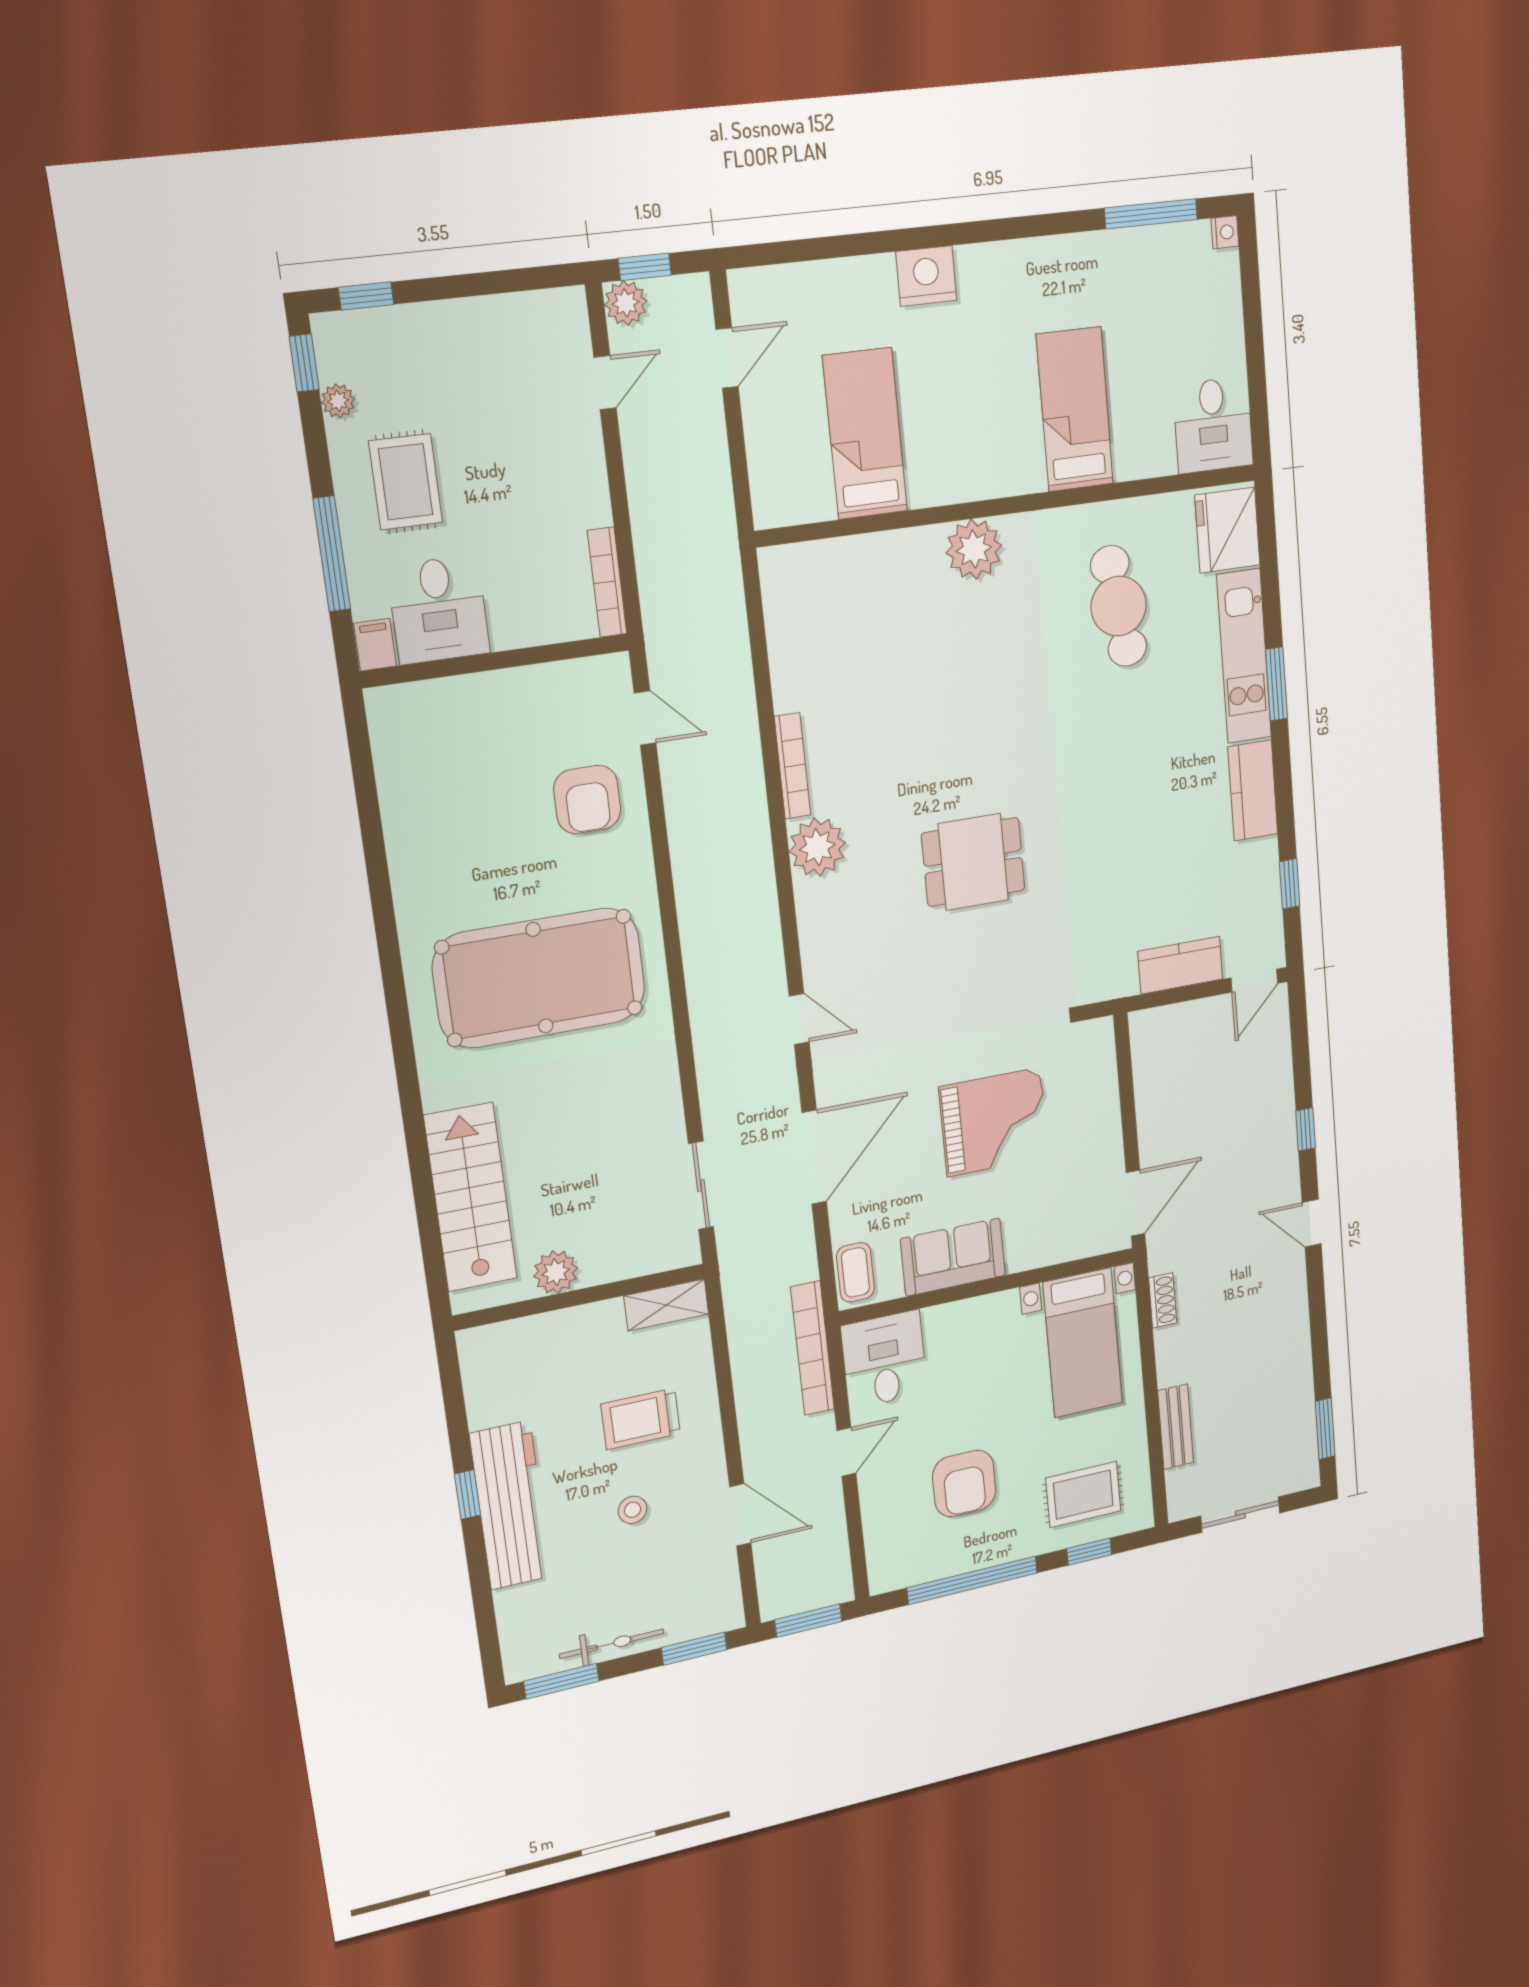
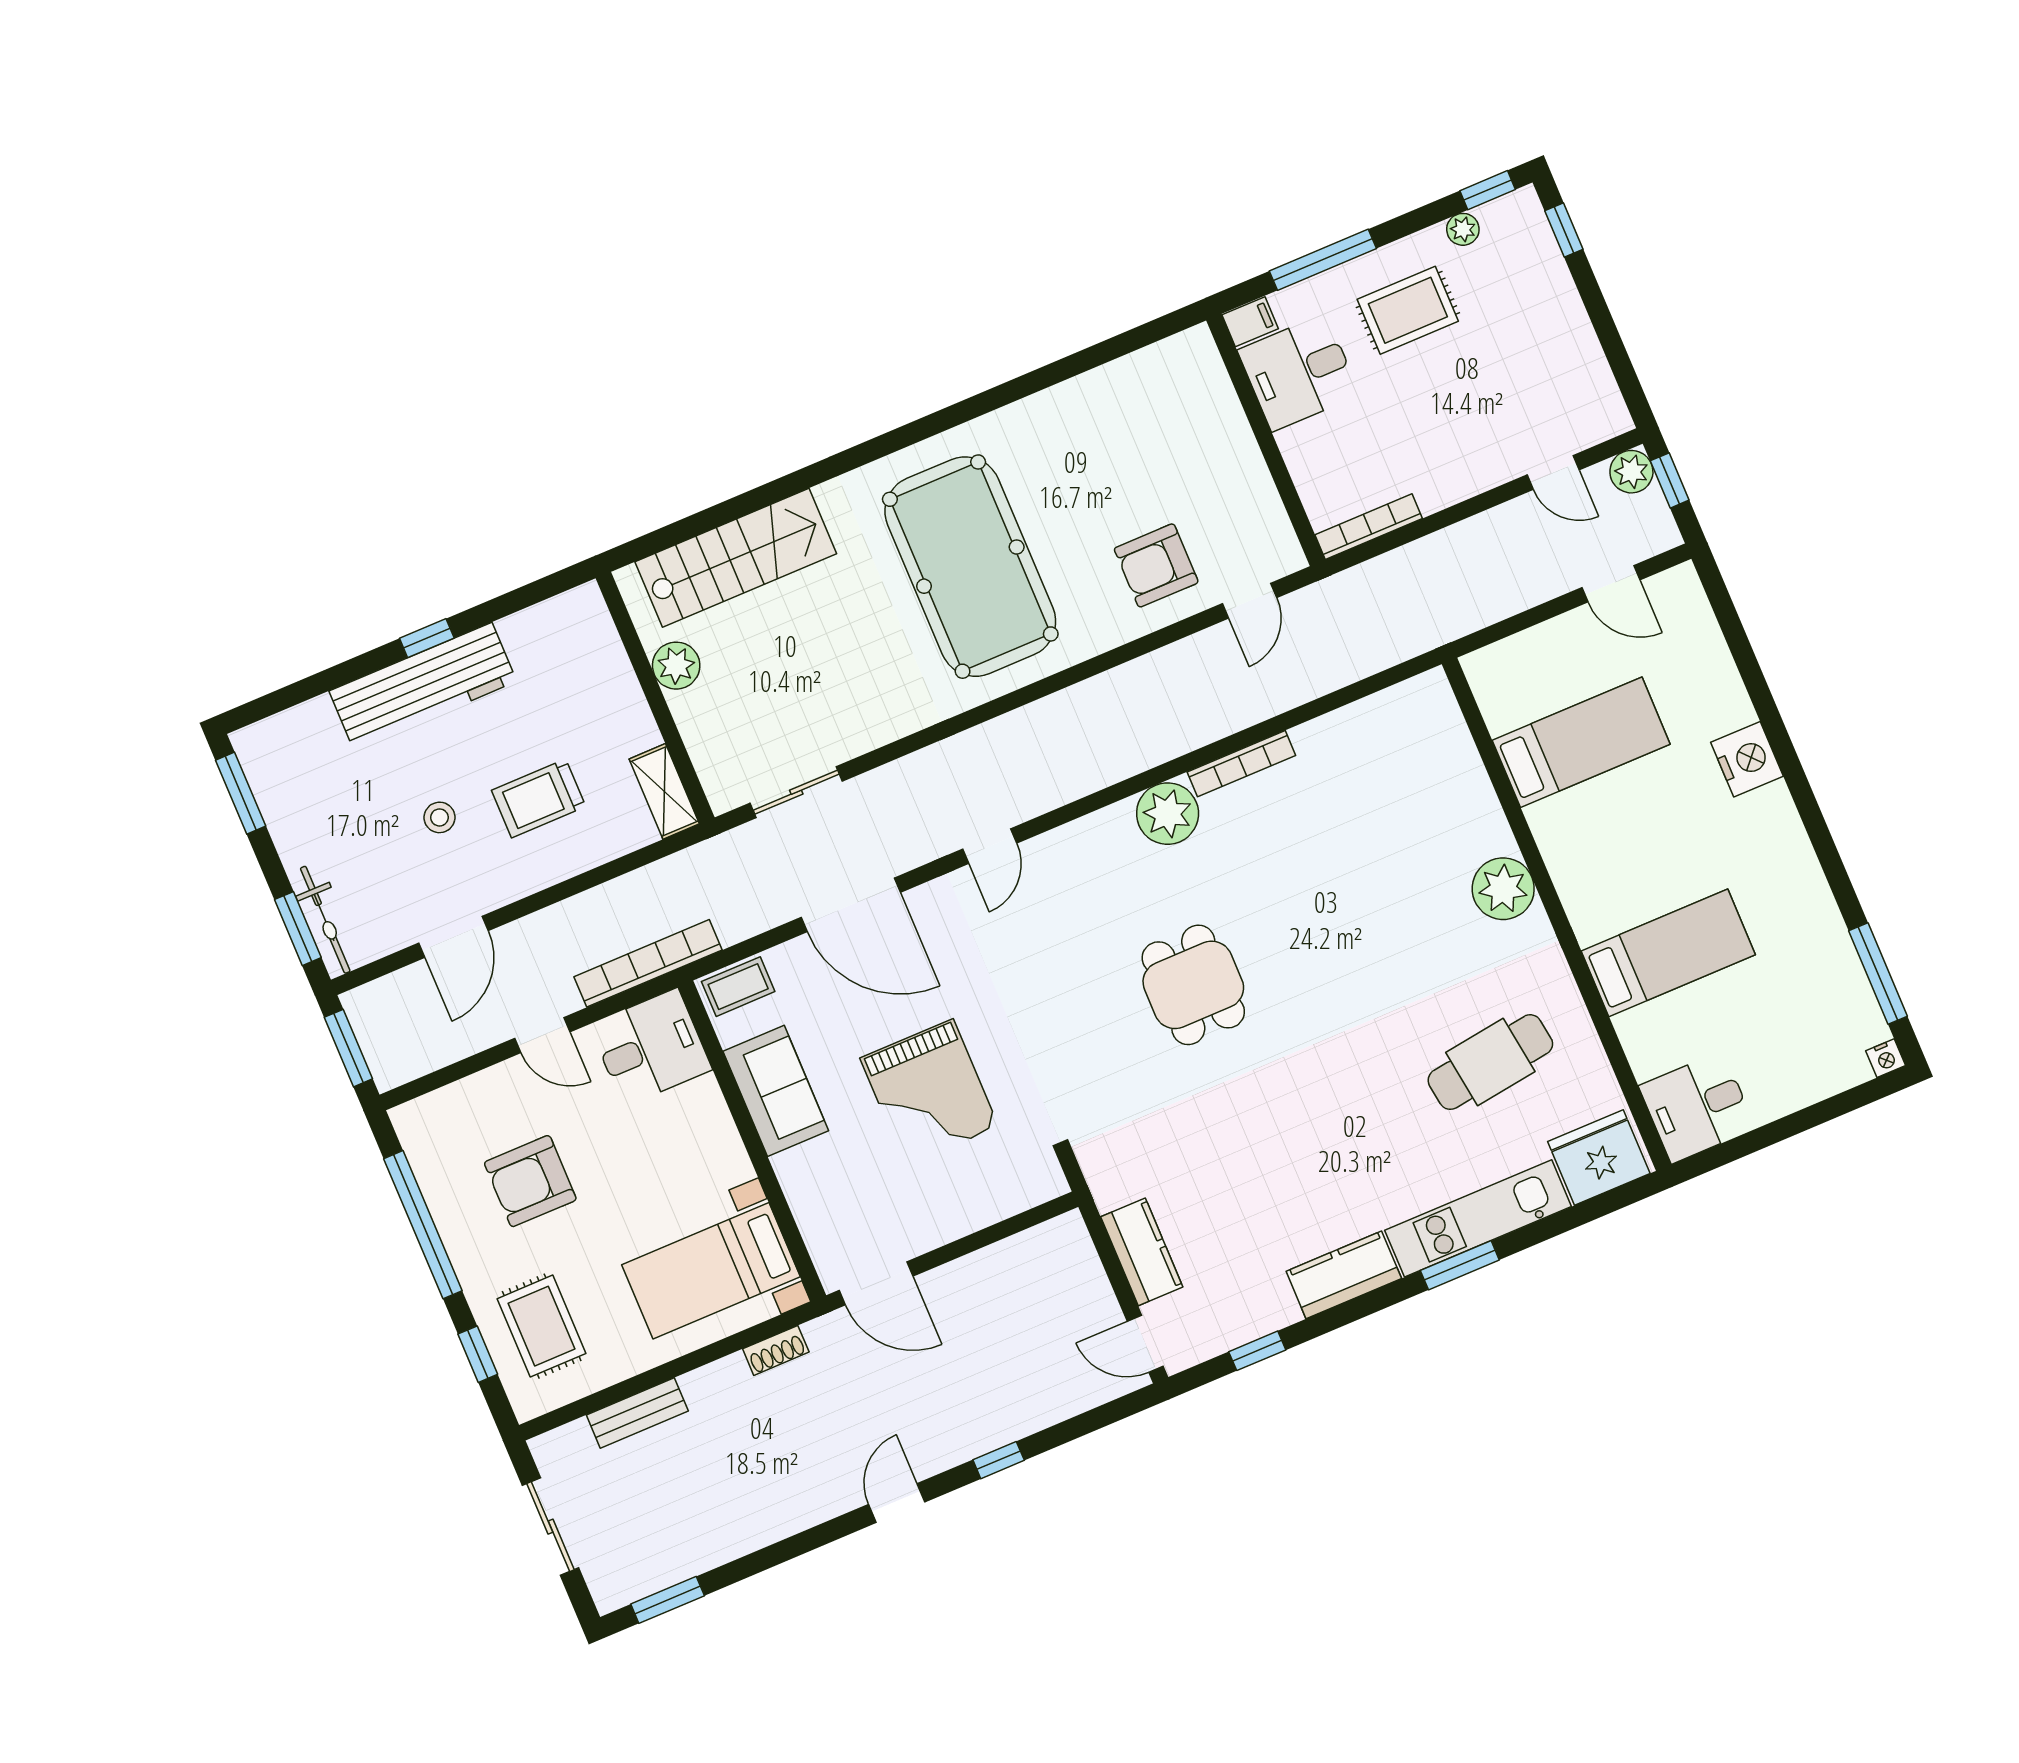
trolley: (641, 1419) -> (539, 798), turned -90
bicycle: (612, 1644) -> (325, 920), moved

